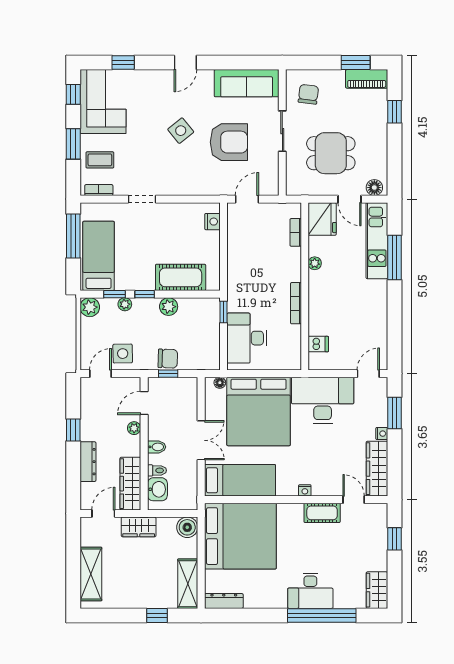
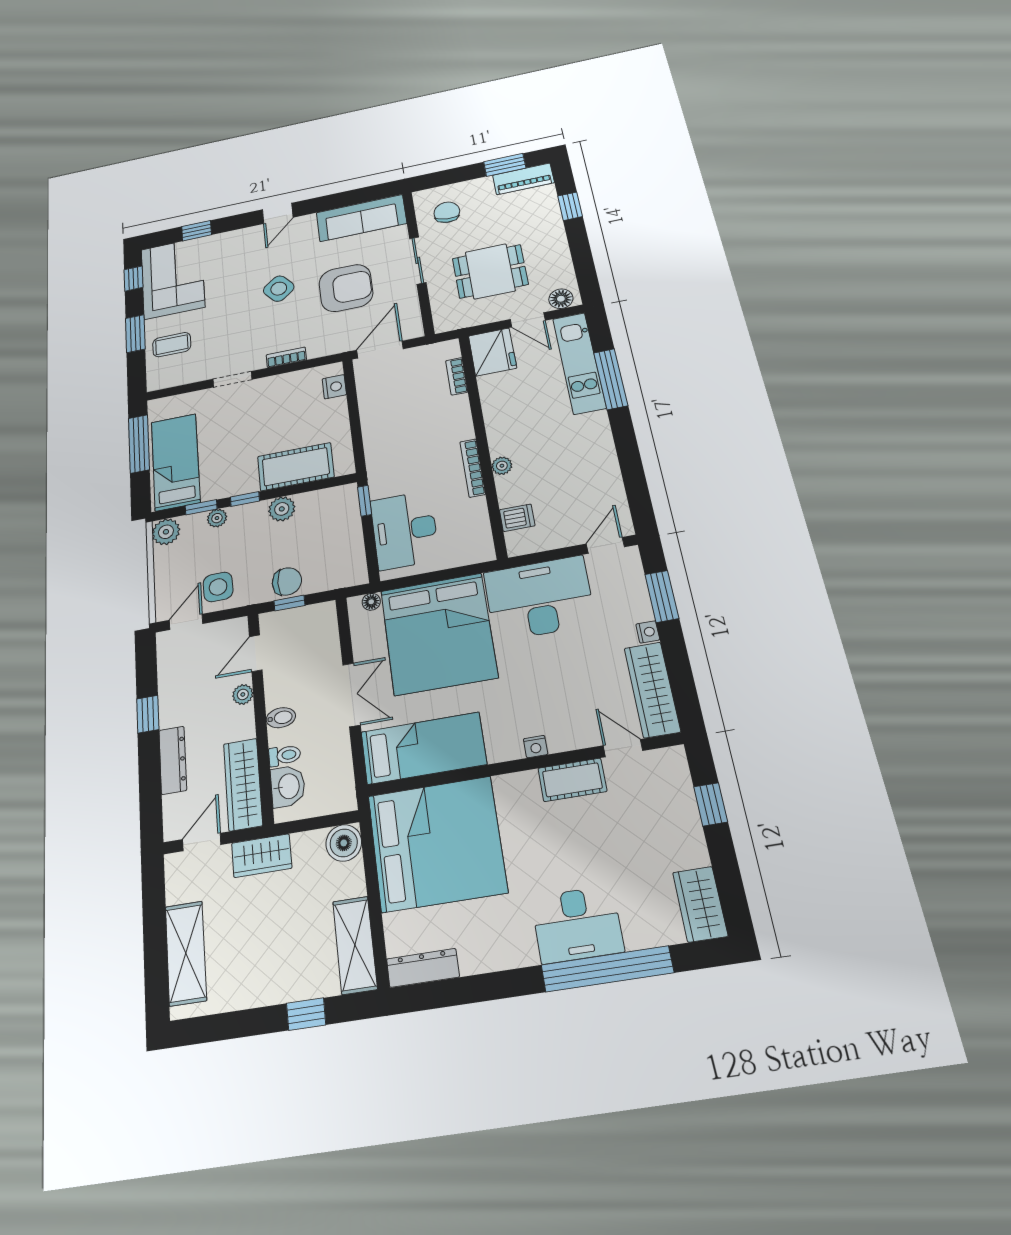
bookcase: (99, 190) -> (286, 357), moved
door: (247, 199) -> (380, 350), width x1.38
plant: (315, 263) -> (502, 466), moved

